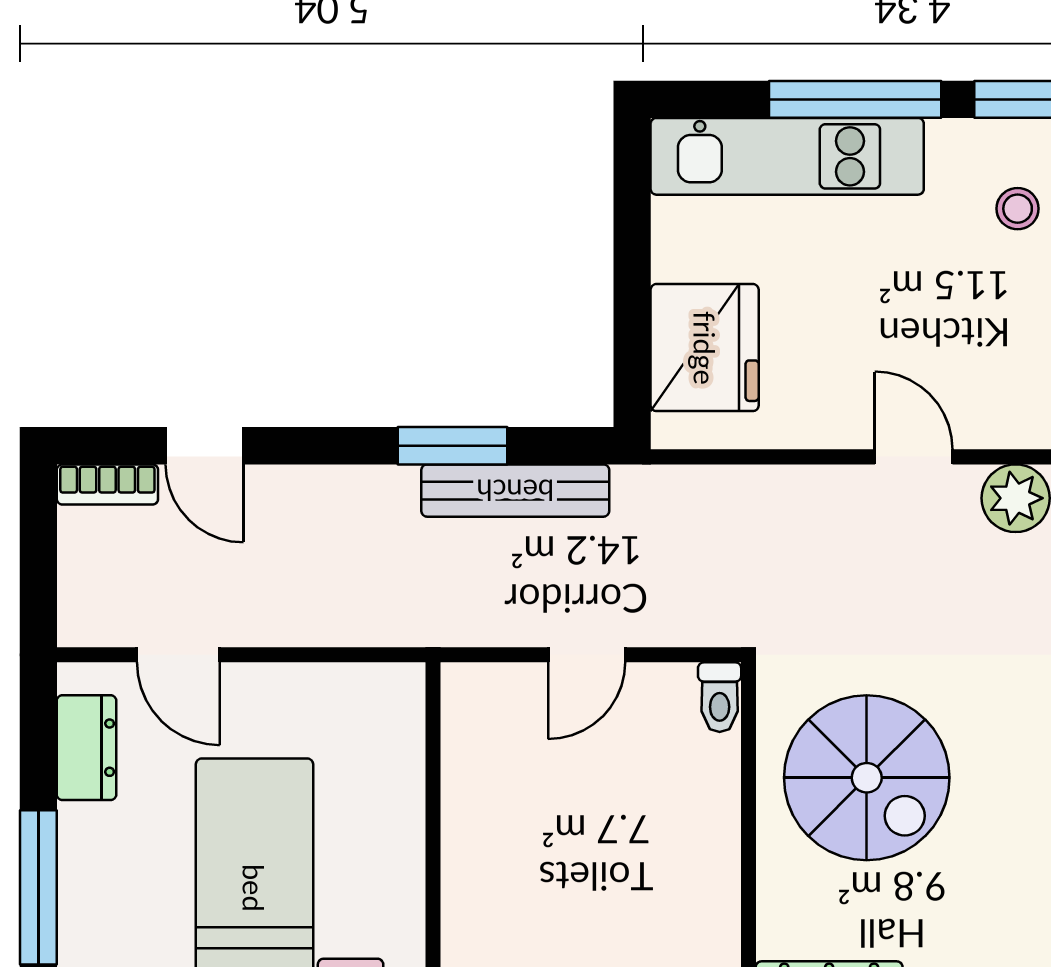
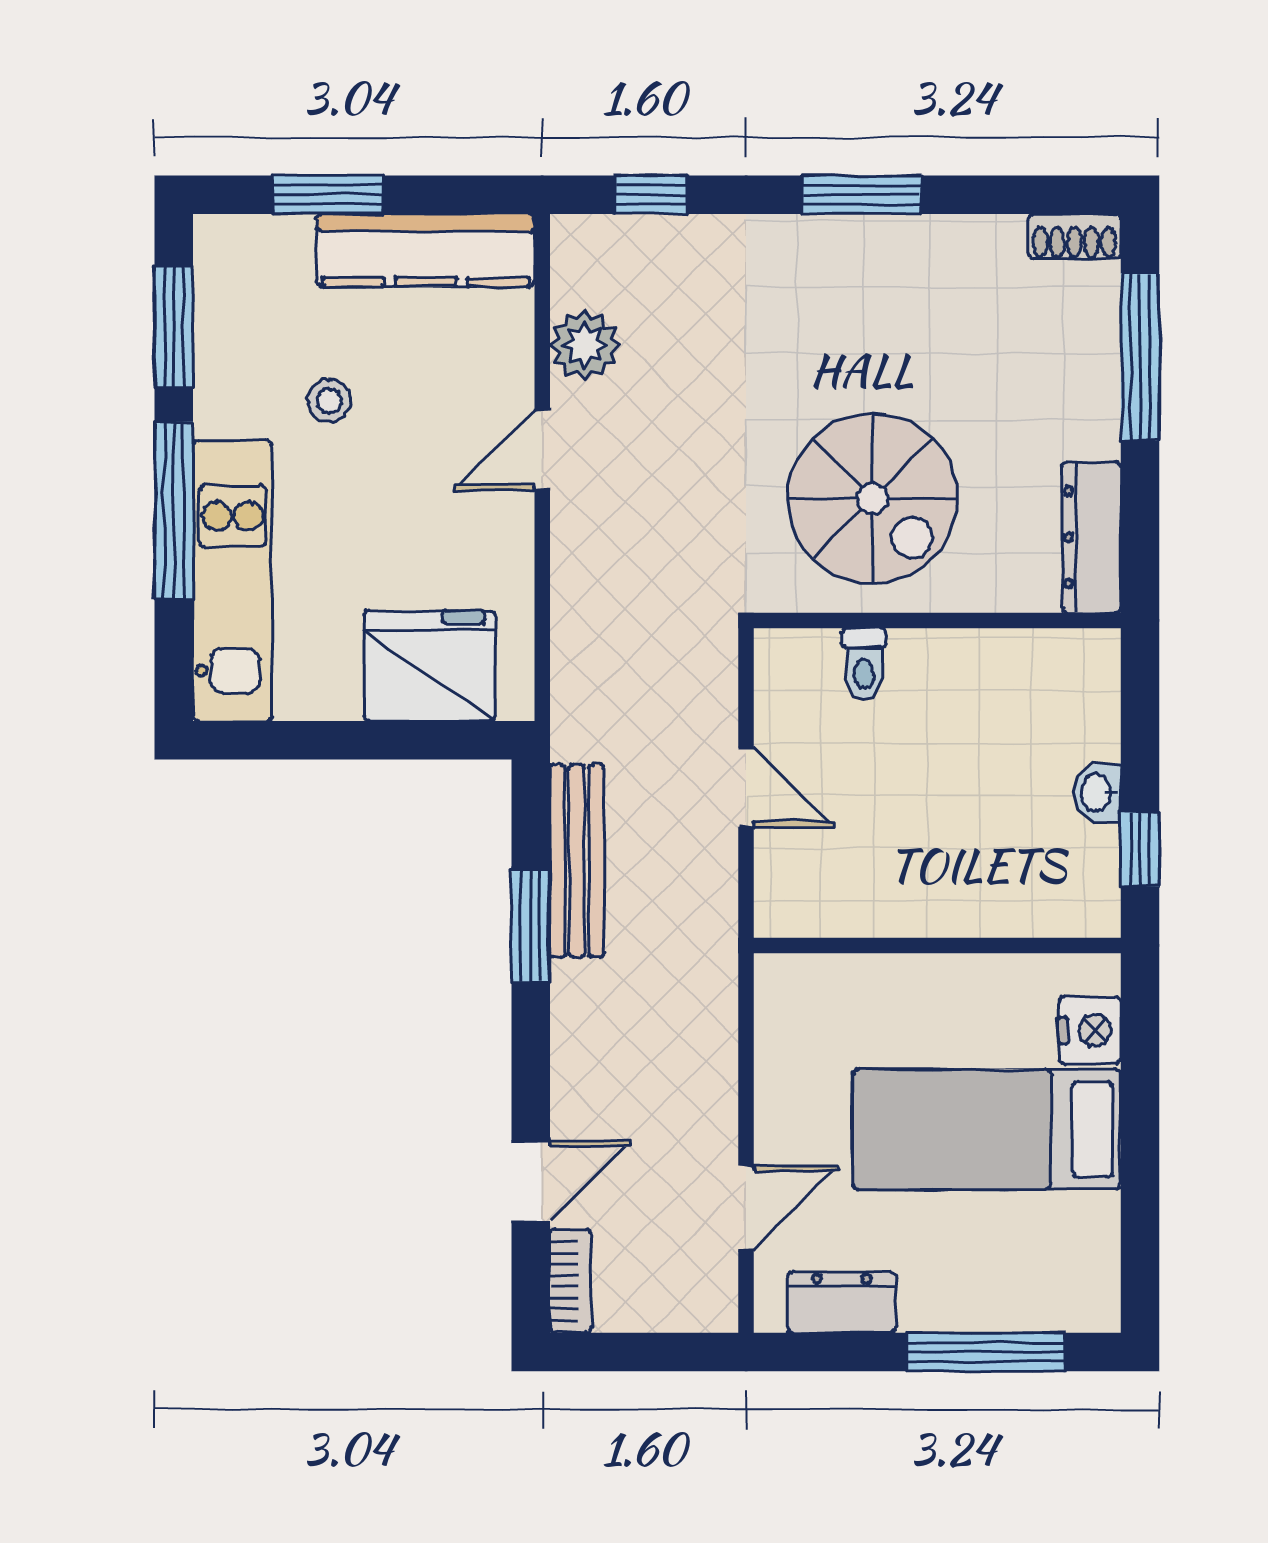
stool: (1018, 209) -> (329, 401), moved
toilet: (720, 697) -> (864, 664), moved, turned 90
spiral stairs: (867, 778) -> (873, 499), turned 90

